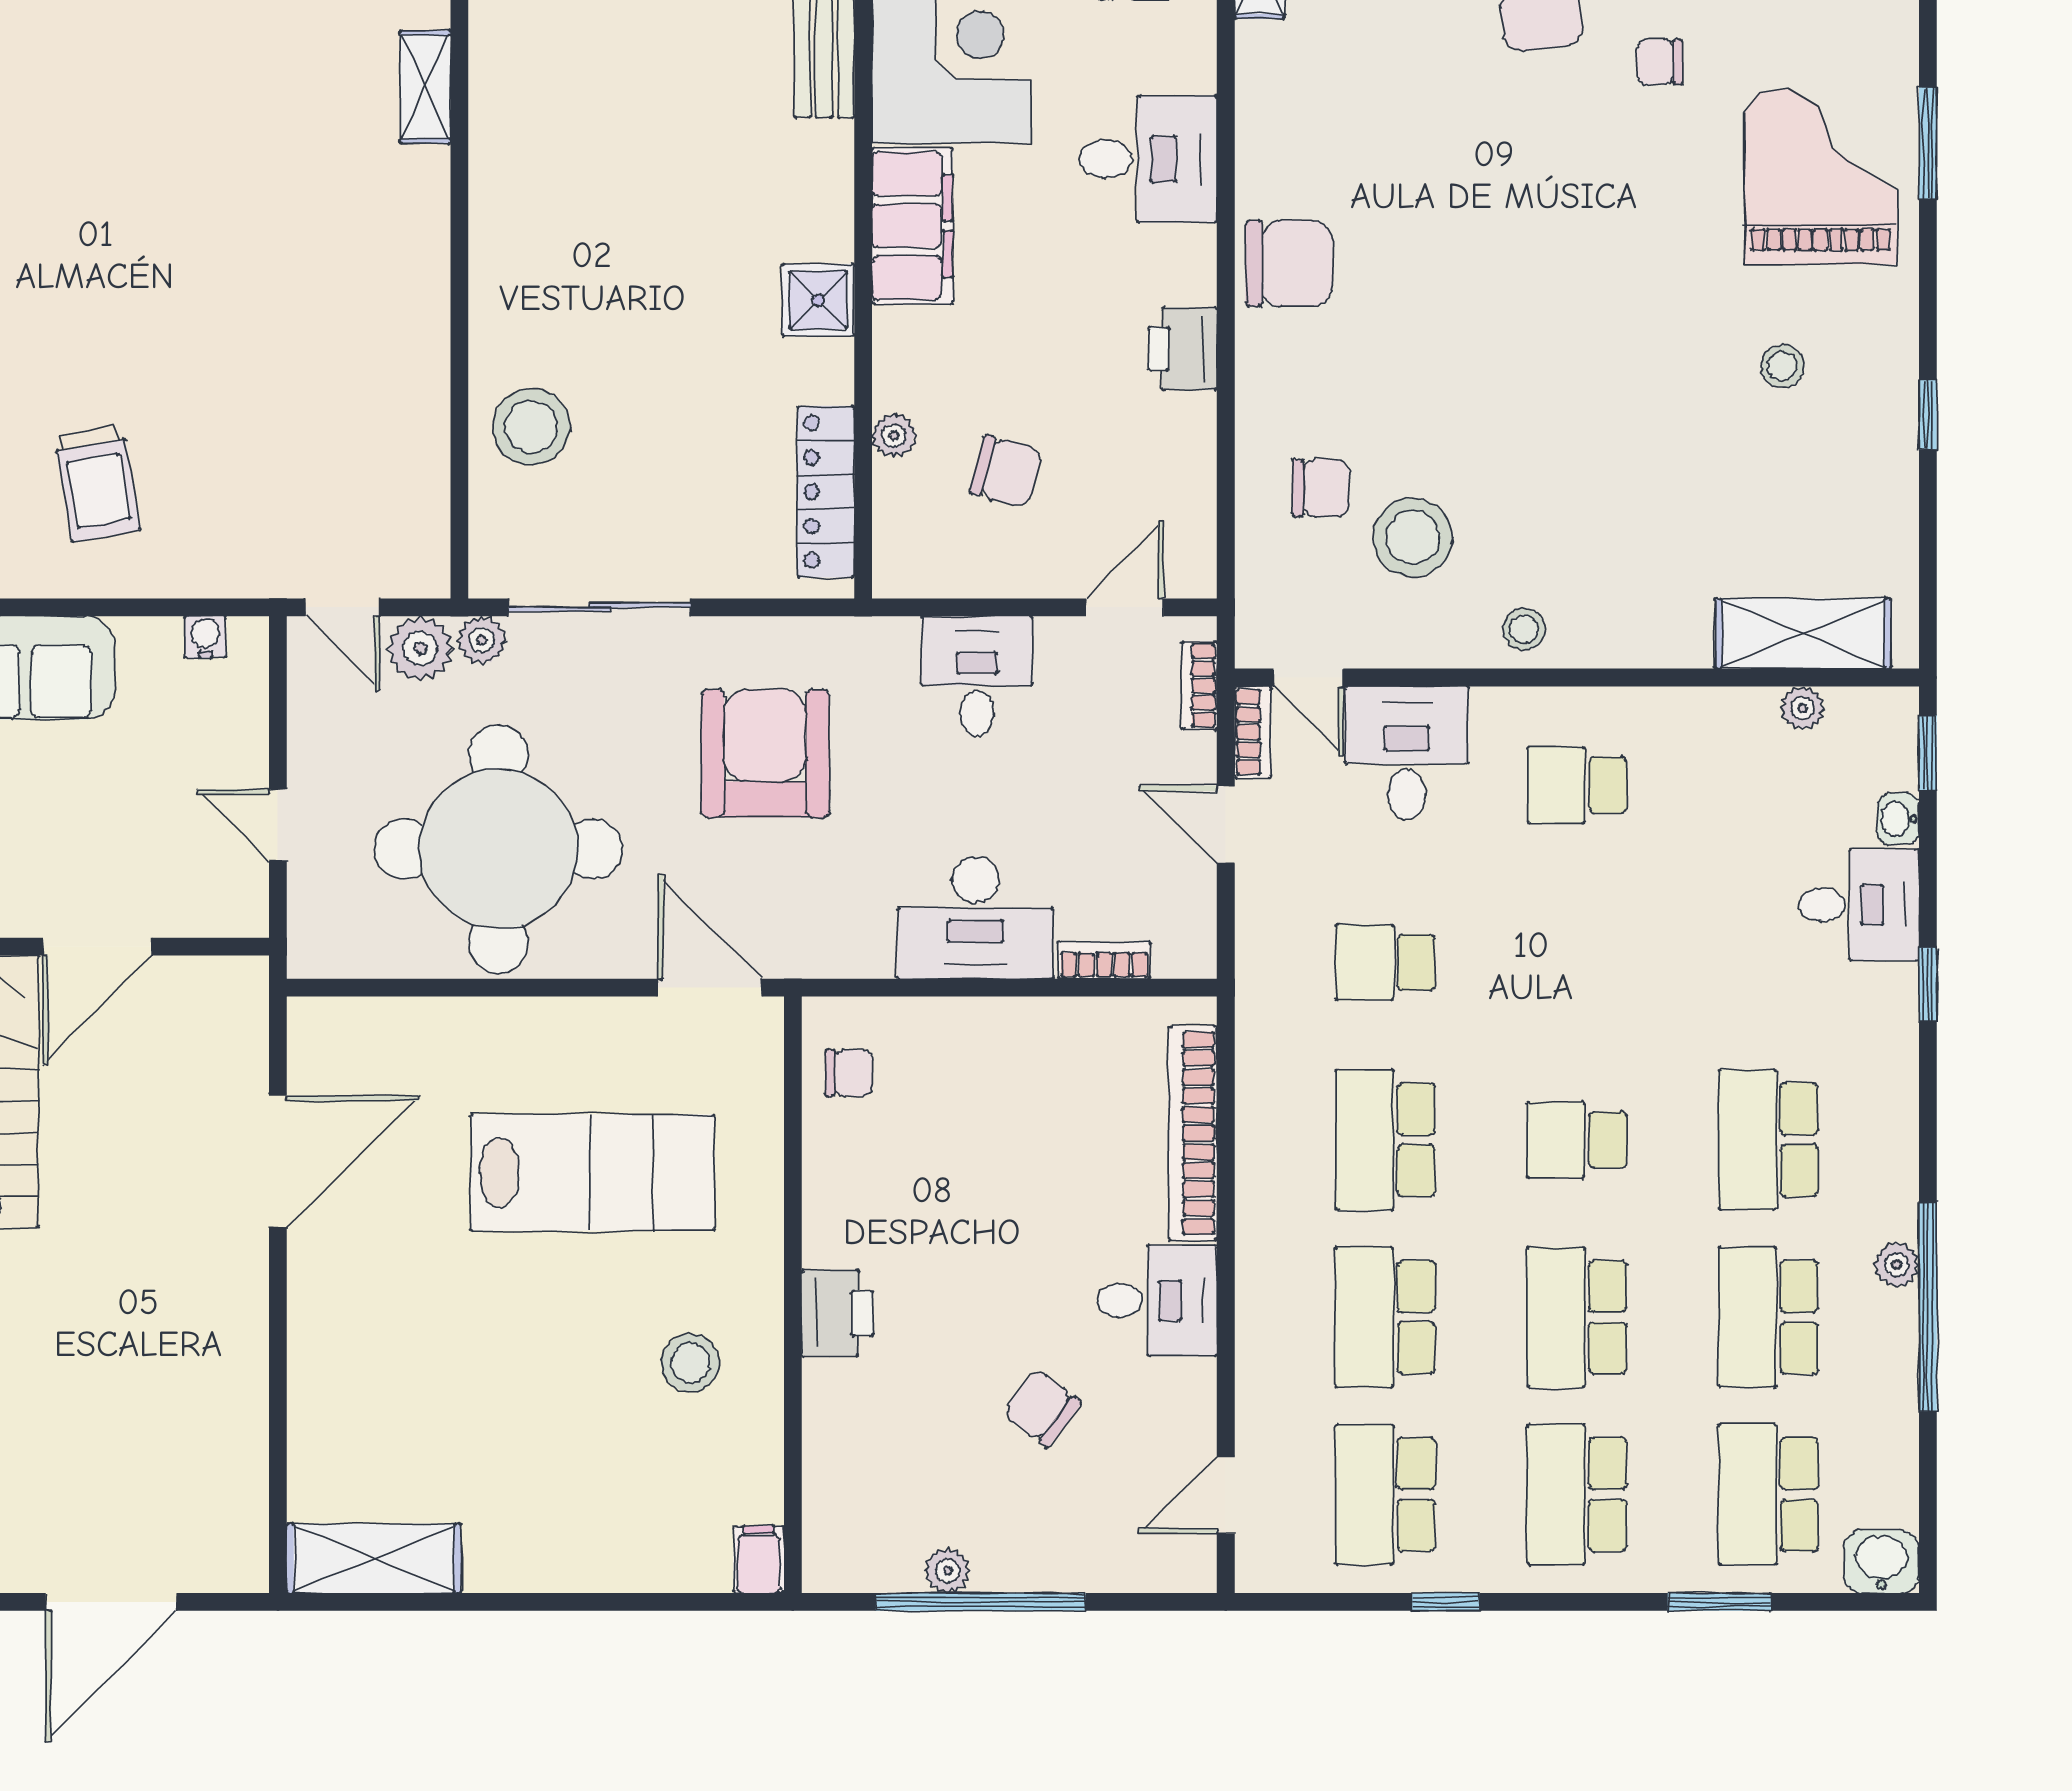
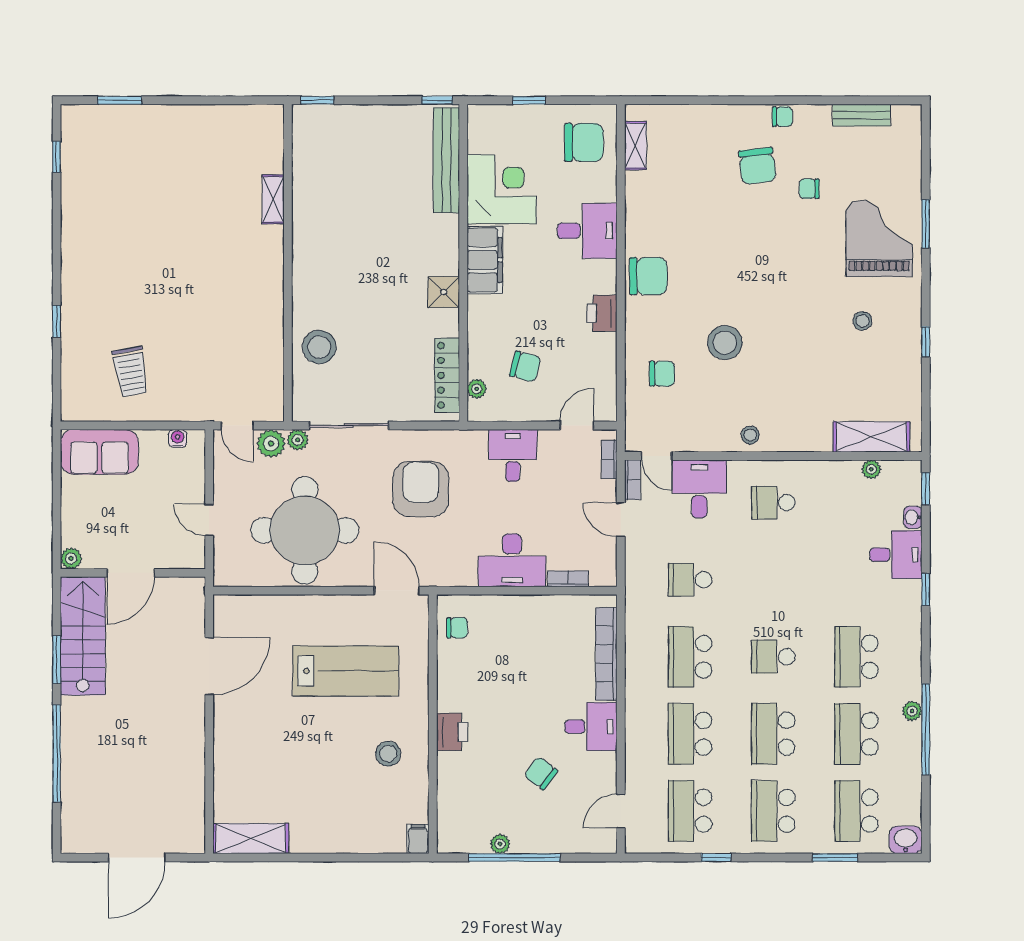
plant: (894, 435) -> (477, 389), moved
stool: (1413, 537) -> (725, 343), moved

